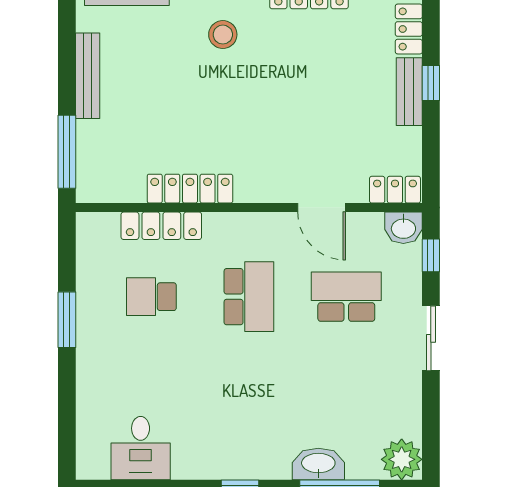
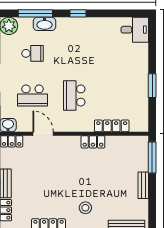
bench: (88, 76) -> (143, 185), width x0.73
locker: (190, 189) -> (93, 142), width x0.66
school desk: (151, 297) -> (33, 53), moved
desk: (141, 448) -> (135, 30), moved, turned 90

